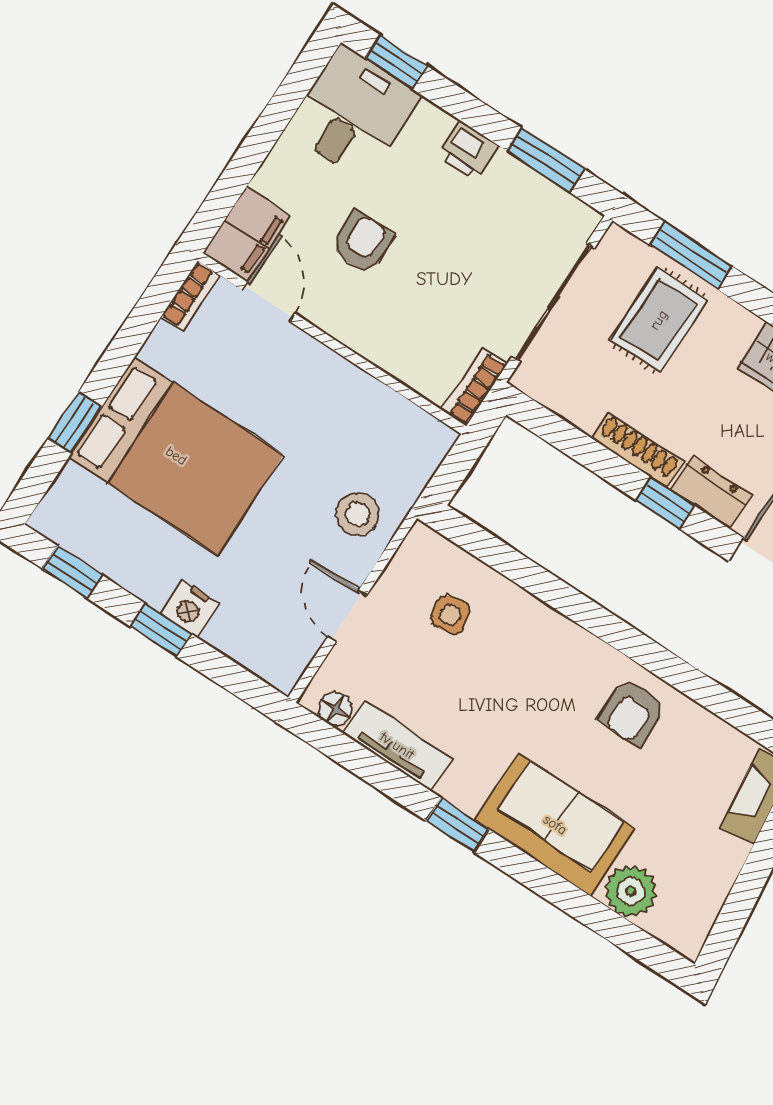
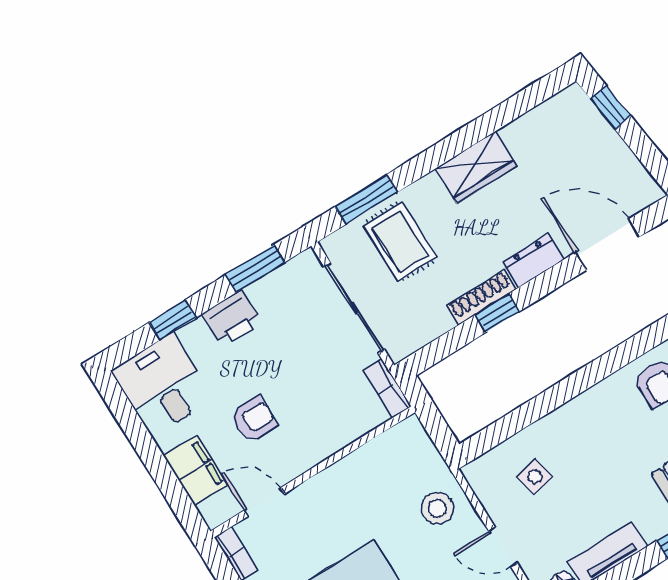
window: (396, 62) -> (172, 320), moved
printer: (468, 151) -> (232, 318), width x1.36, depth x1.24
filing cabinet: (246, 234) -> (196, 470), moved
armchair: (362, 243) -> (253, 420), turned 90
window: (665, 503) -> (497, 313), moved

